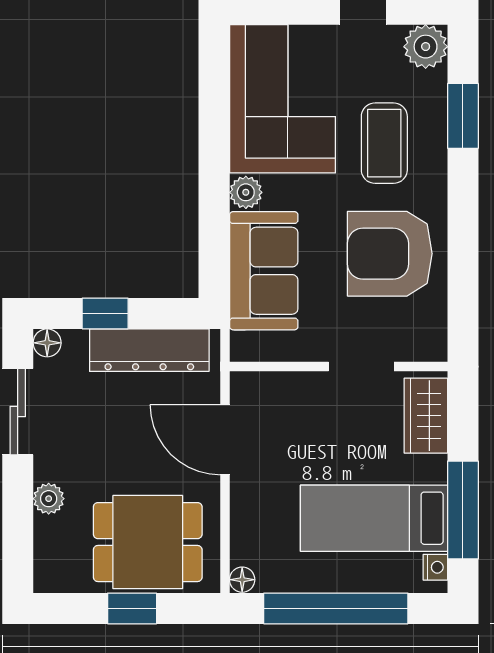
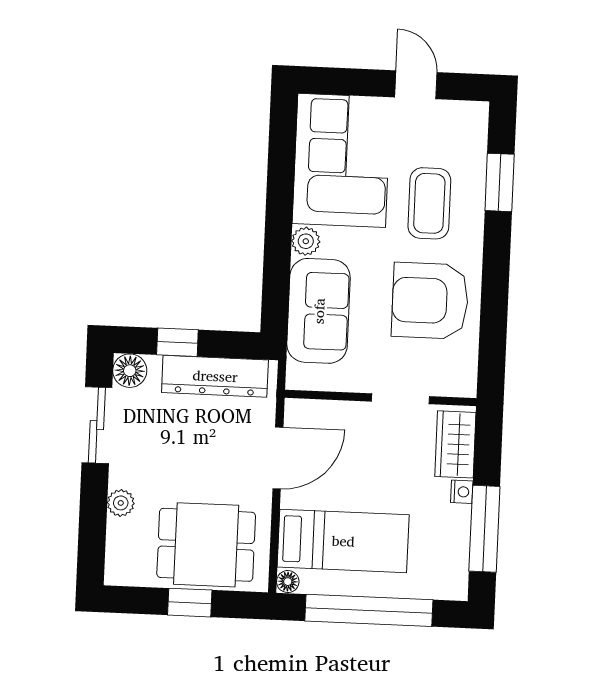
plant: (426, 47) -> (469, 120), removed
floor lamp: (47, 343) -> (130, 371), width x1.37, depth x1.37
door: (225, 440) -> (278, 458), swing flipped
bed: (374, 518) -> (343, 541), moved, turned 180
nightstand: (435, 567) -> (462, 492), moved

